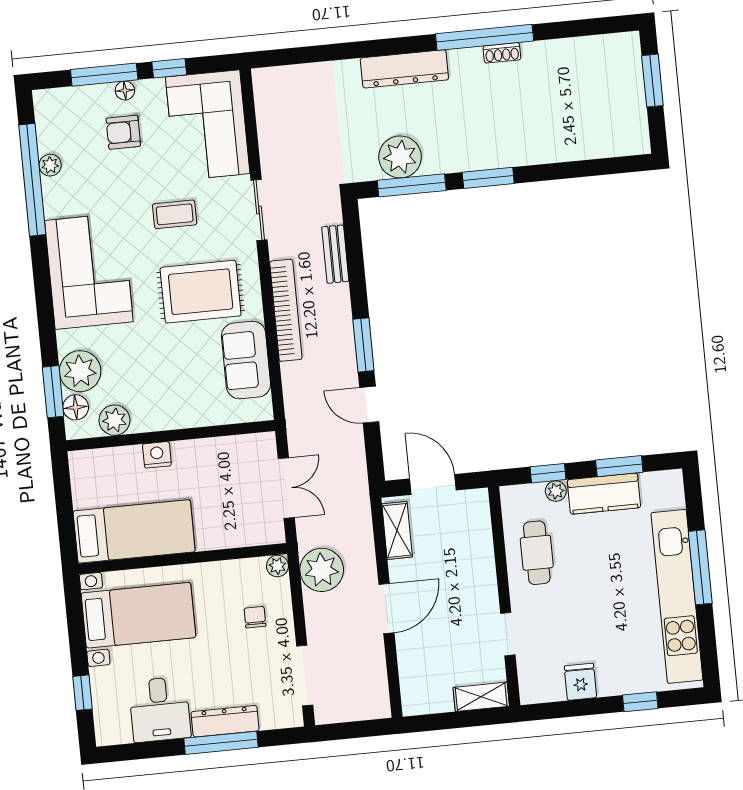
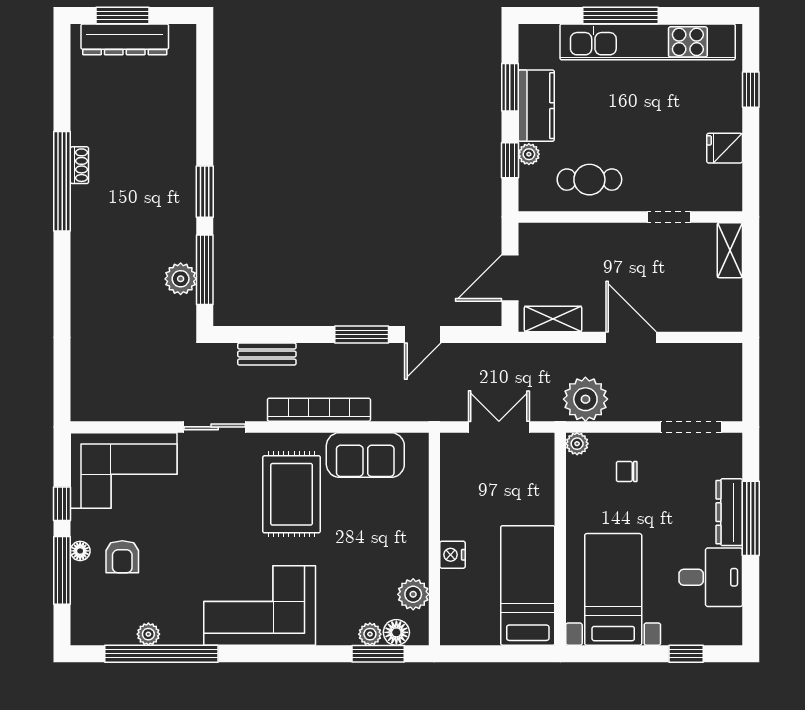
dresser: (404, 69) -> (125, 39), moved, turned 90
plant: (400, 157) -> (181, 279), width x0.73, depth x0.73
coffee table: (175, 214) -> (211, 513), removed
plant: (80, 371) -> (370, 634), width x0.53, depth x0.53

